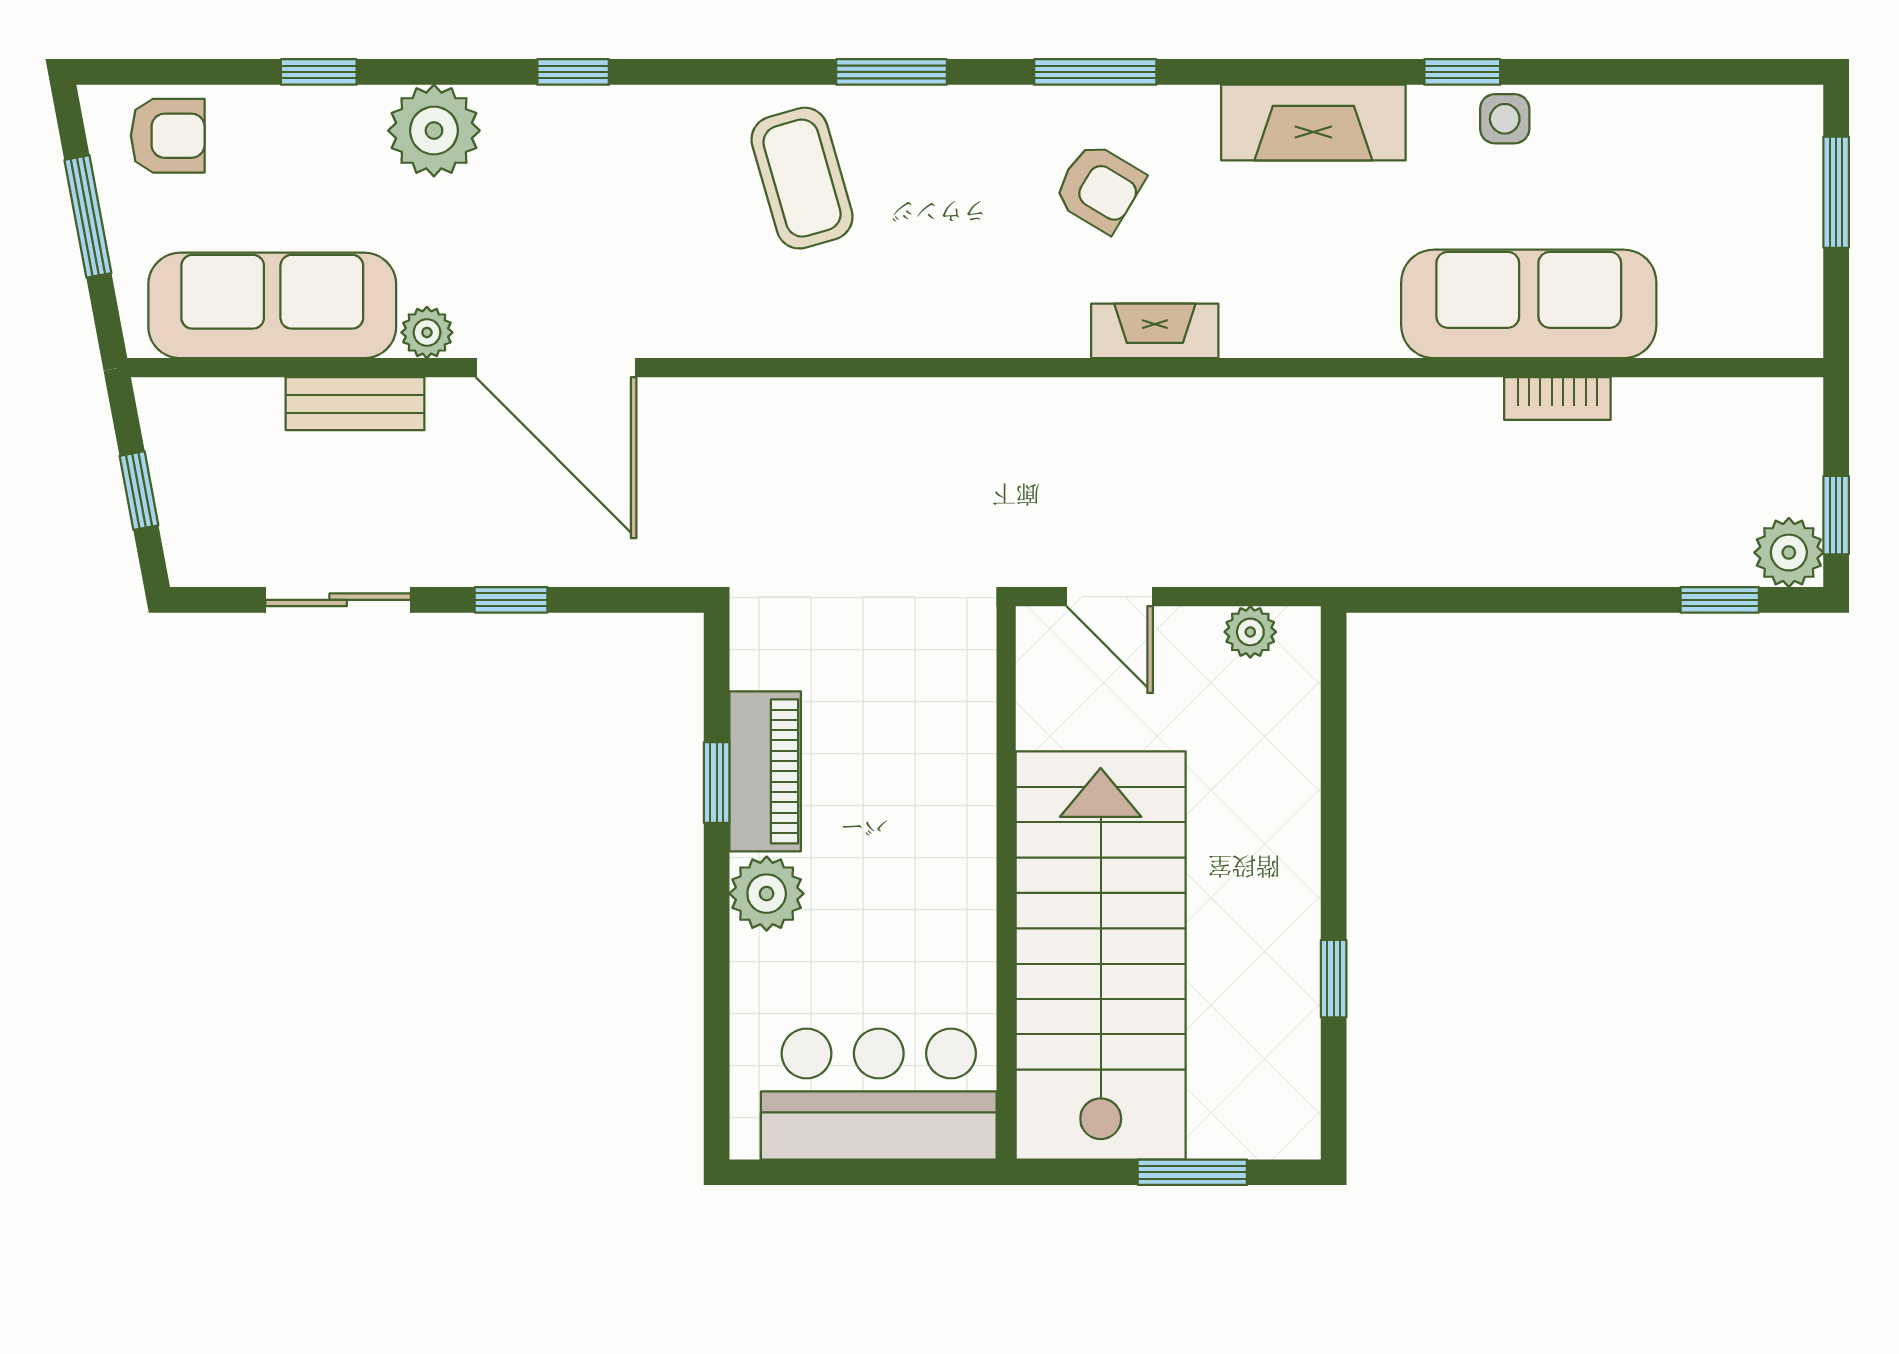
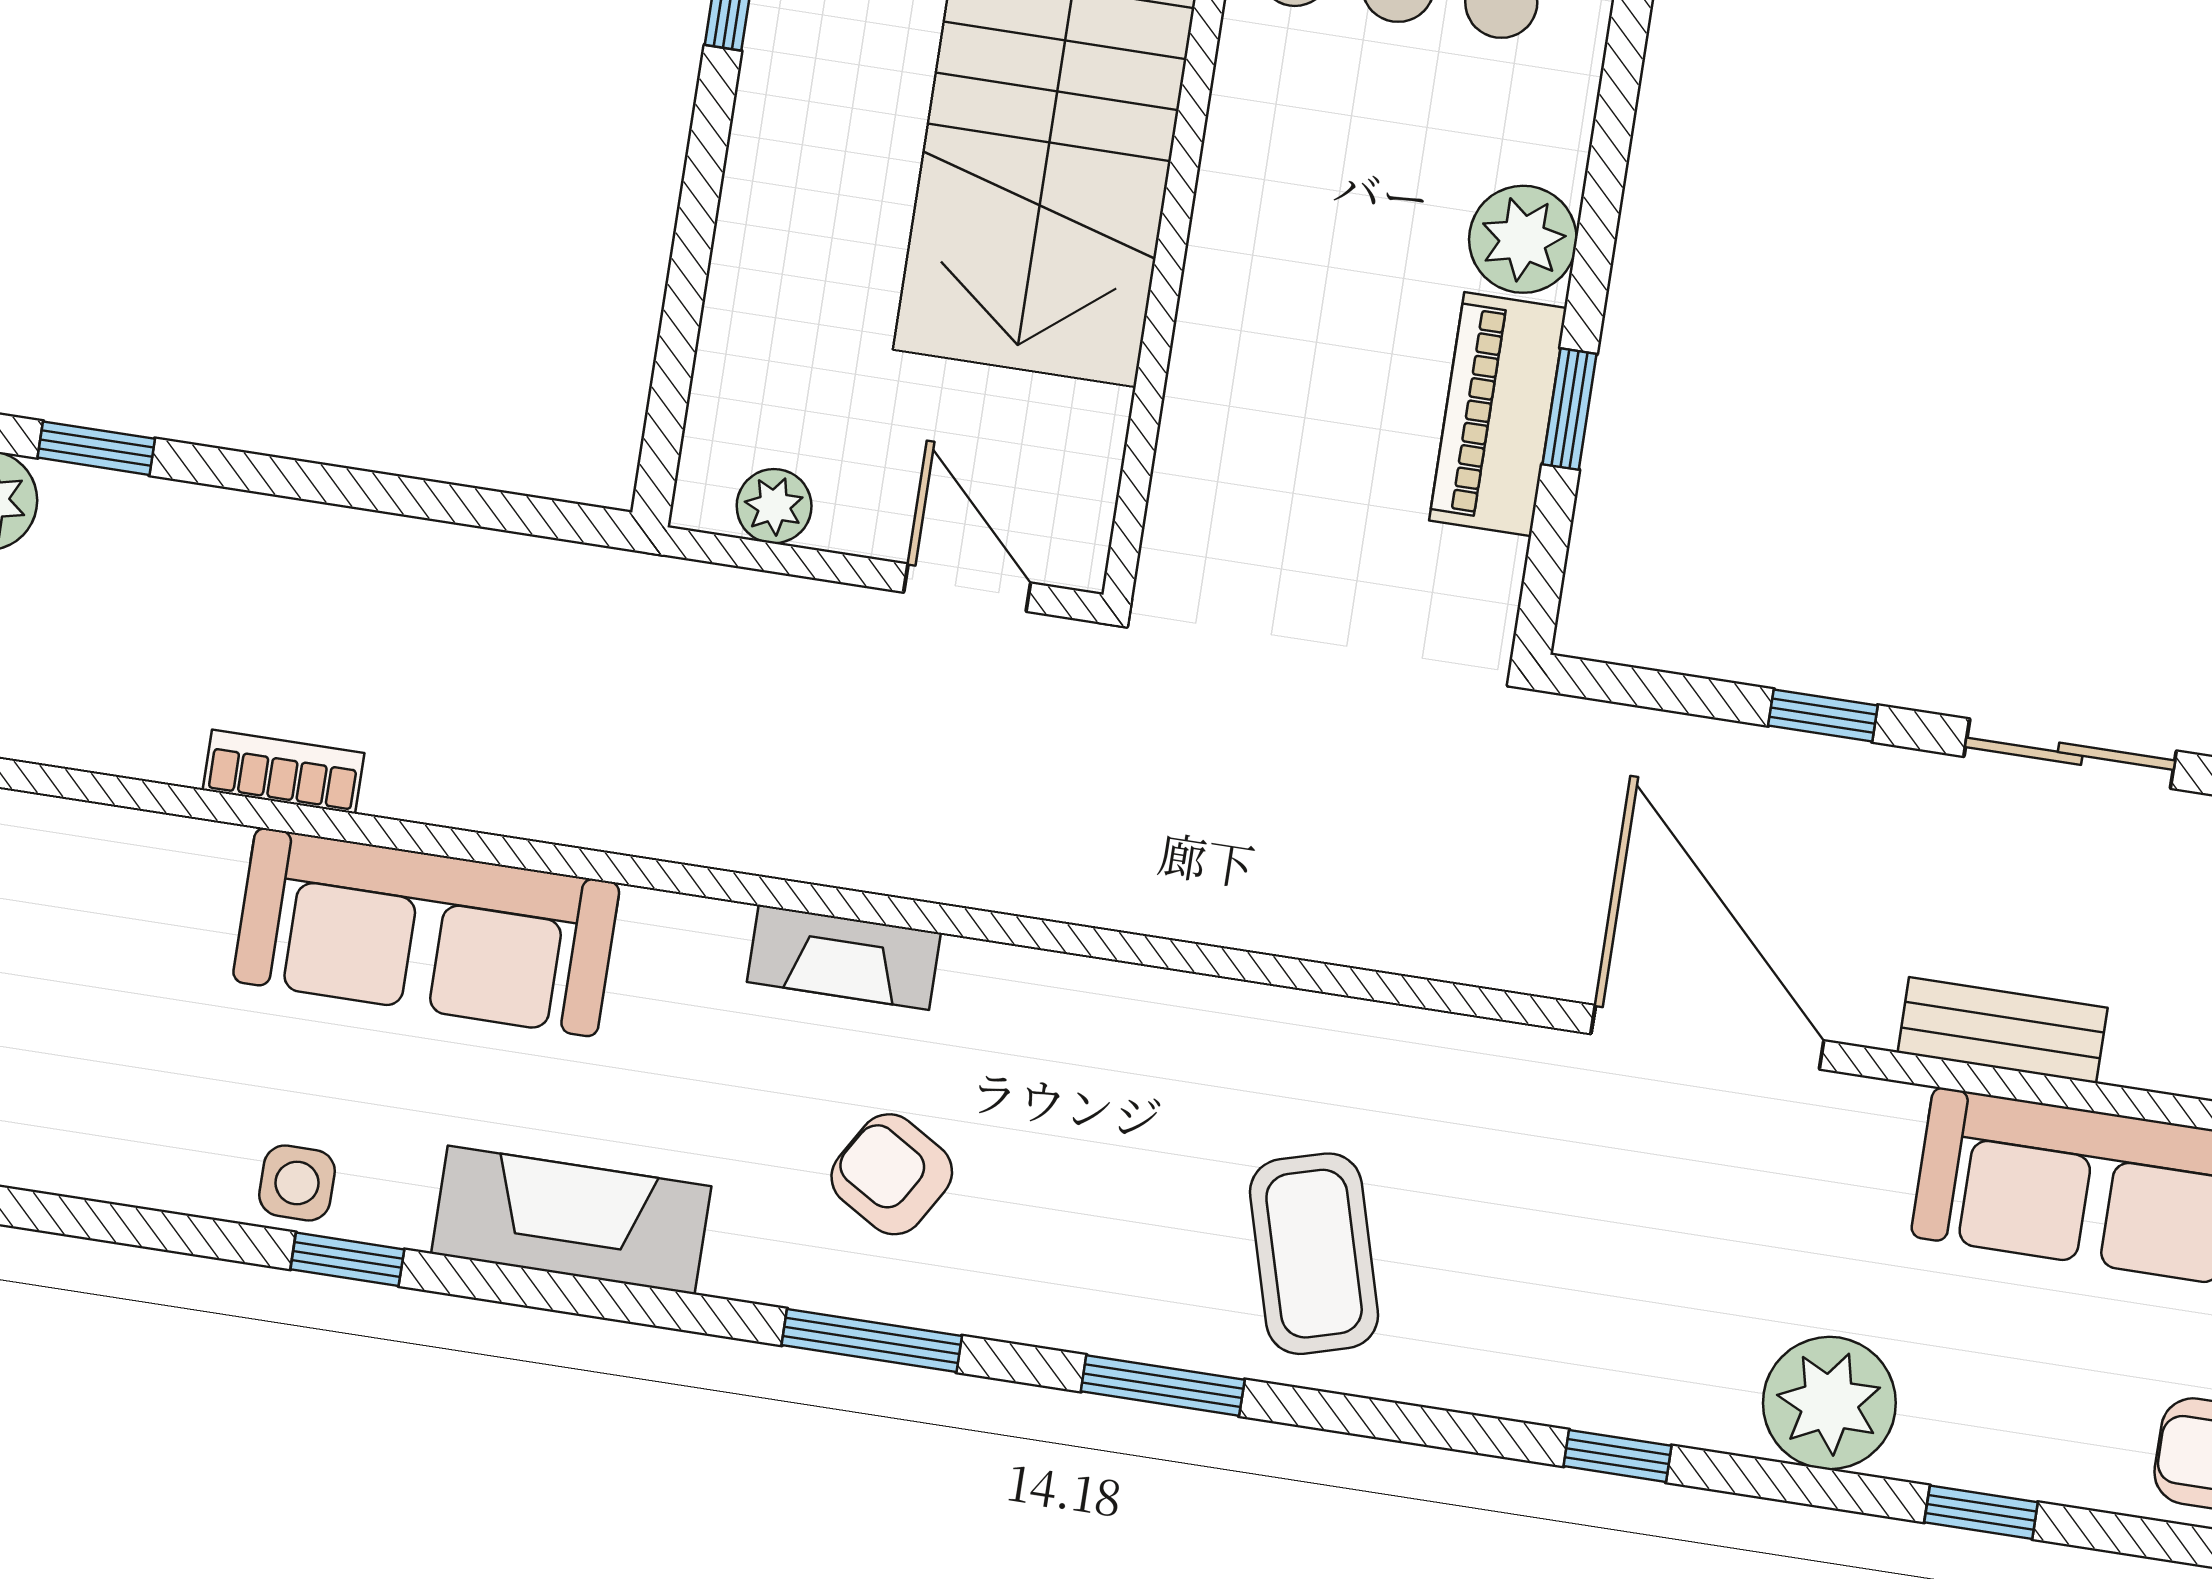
sofa: (1529, 304) -> (426, 932), moved
plant: (427, 332) -> (1884, 1116), removed

